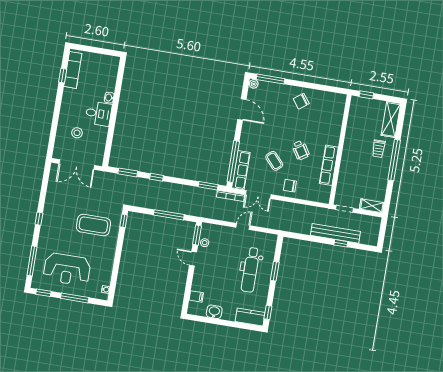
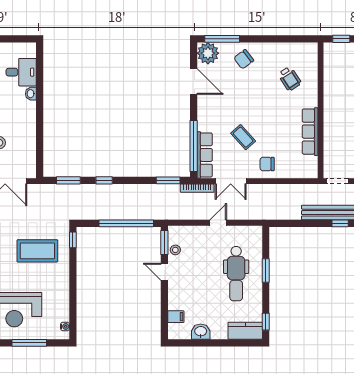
plant: (254, 84) -> (208, 53), width x1.88, depth x1.88
chair: (301, 101) -> (244, 59), moved
desk: (99, 114) -> (21, 72), moved
wheelchair: (301, 150) -> (290, 79), moved
window: (169, 215) -> (126, 223), width x1.46

